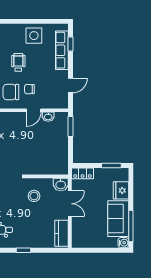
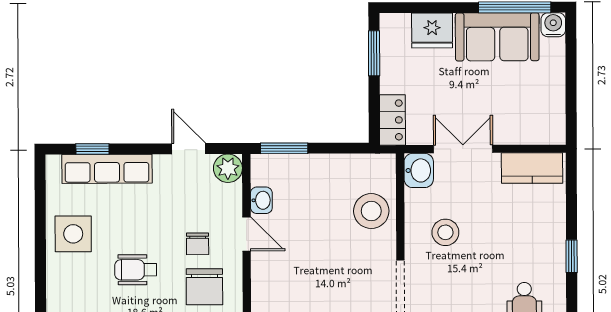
plant: (62, 102) -> (228, 168), added
stool: (43, 164) -> (371, 211), added

